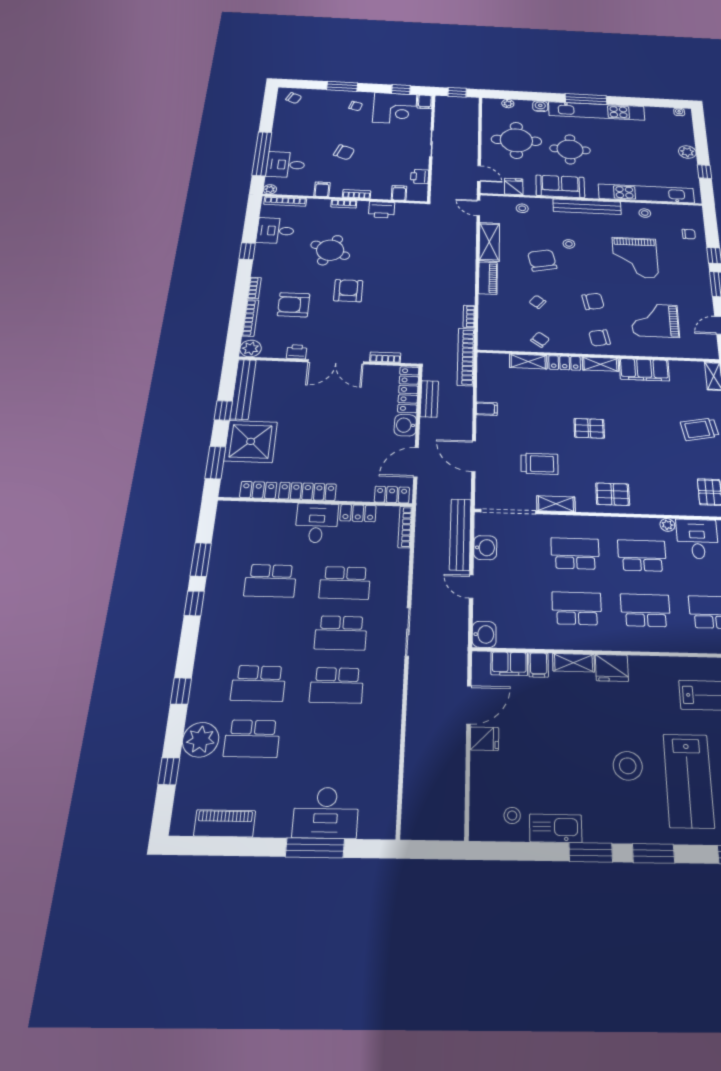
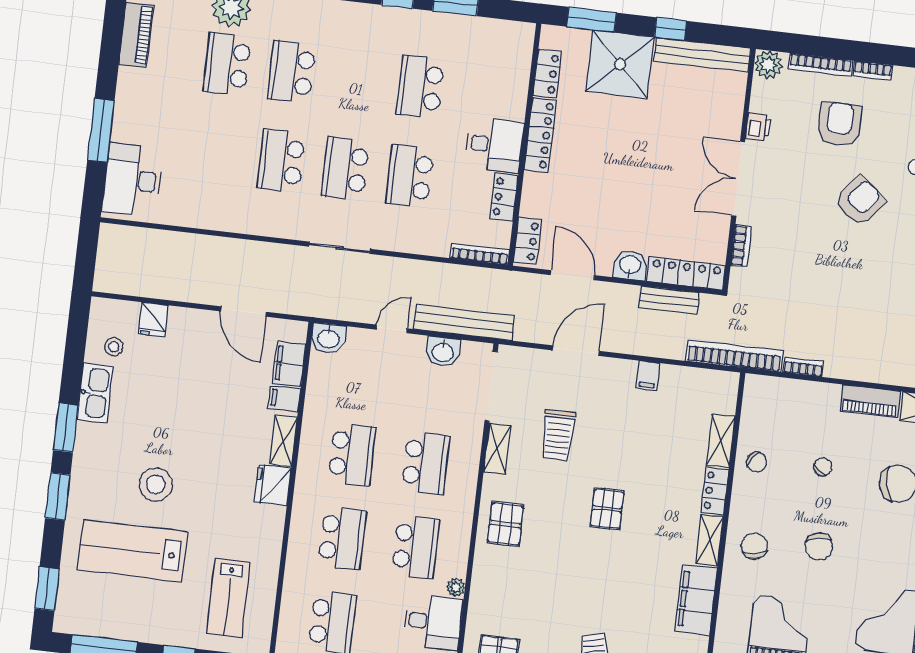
armchair: (348, 291) -> (860, 201), turned -51
fridge: (484, 739) -> (153, 320), moved
desk: (326, 813) -> (132, 180), moved

